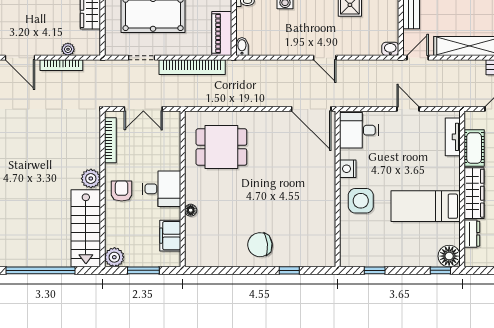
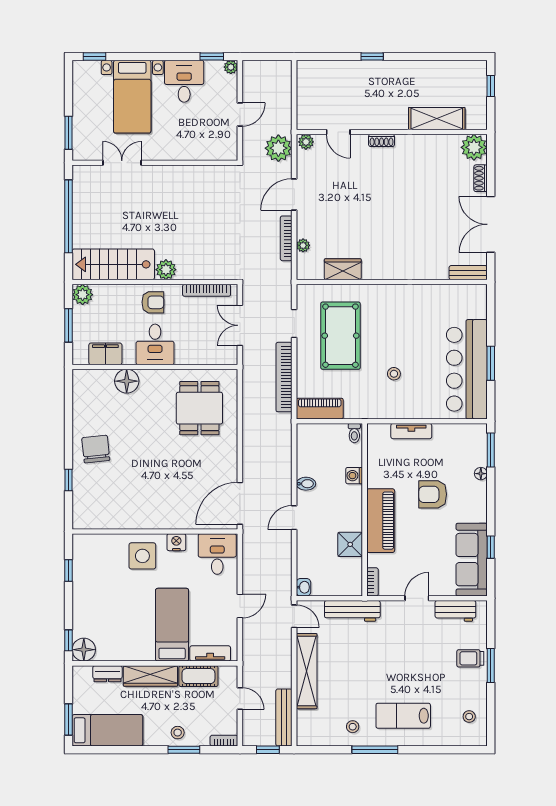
bidet: (242, 47) -> (306, 484), moved
bed: (426, 206) -> (172, 625), moved
floor lamp: (191, 210) -> (127, 381), width x1.89, depth x1.89

